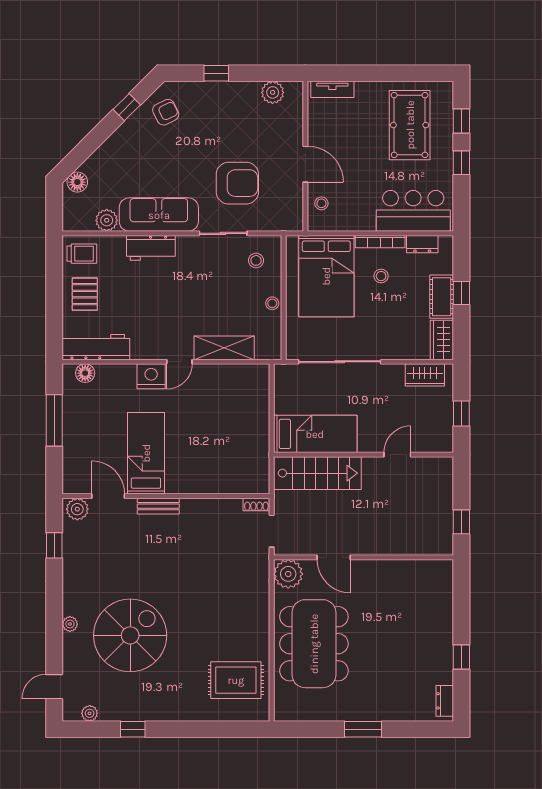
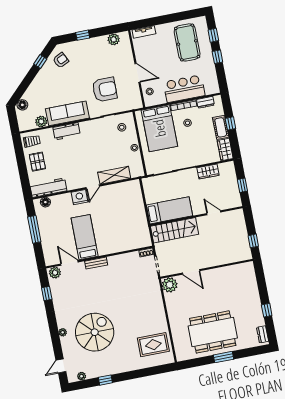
bar counter: (413, 211) -> (184, 89), moved
wardrobe: (425, 375) -> (208, 171), moved
door: (397, 455) -> (214, 213), hinge flipped
dining table: (314, 644) -> (213, 332), moved, turned 90

